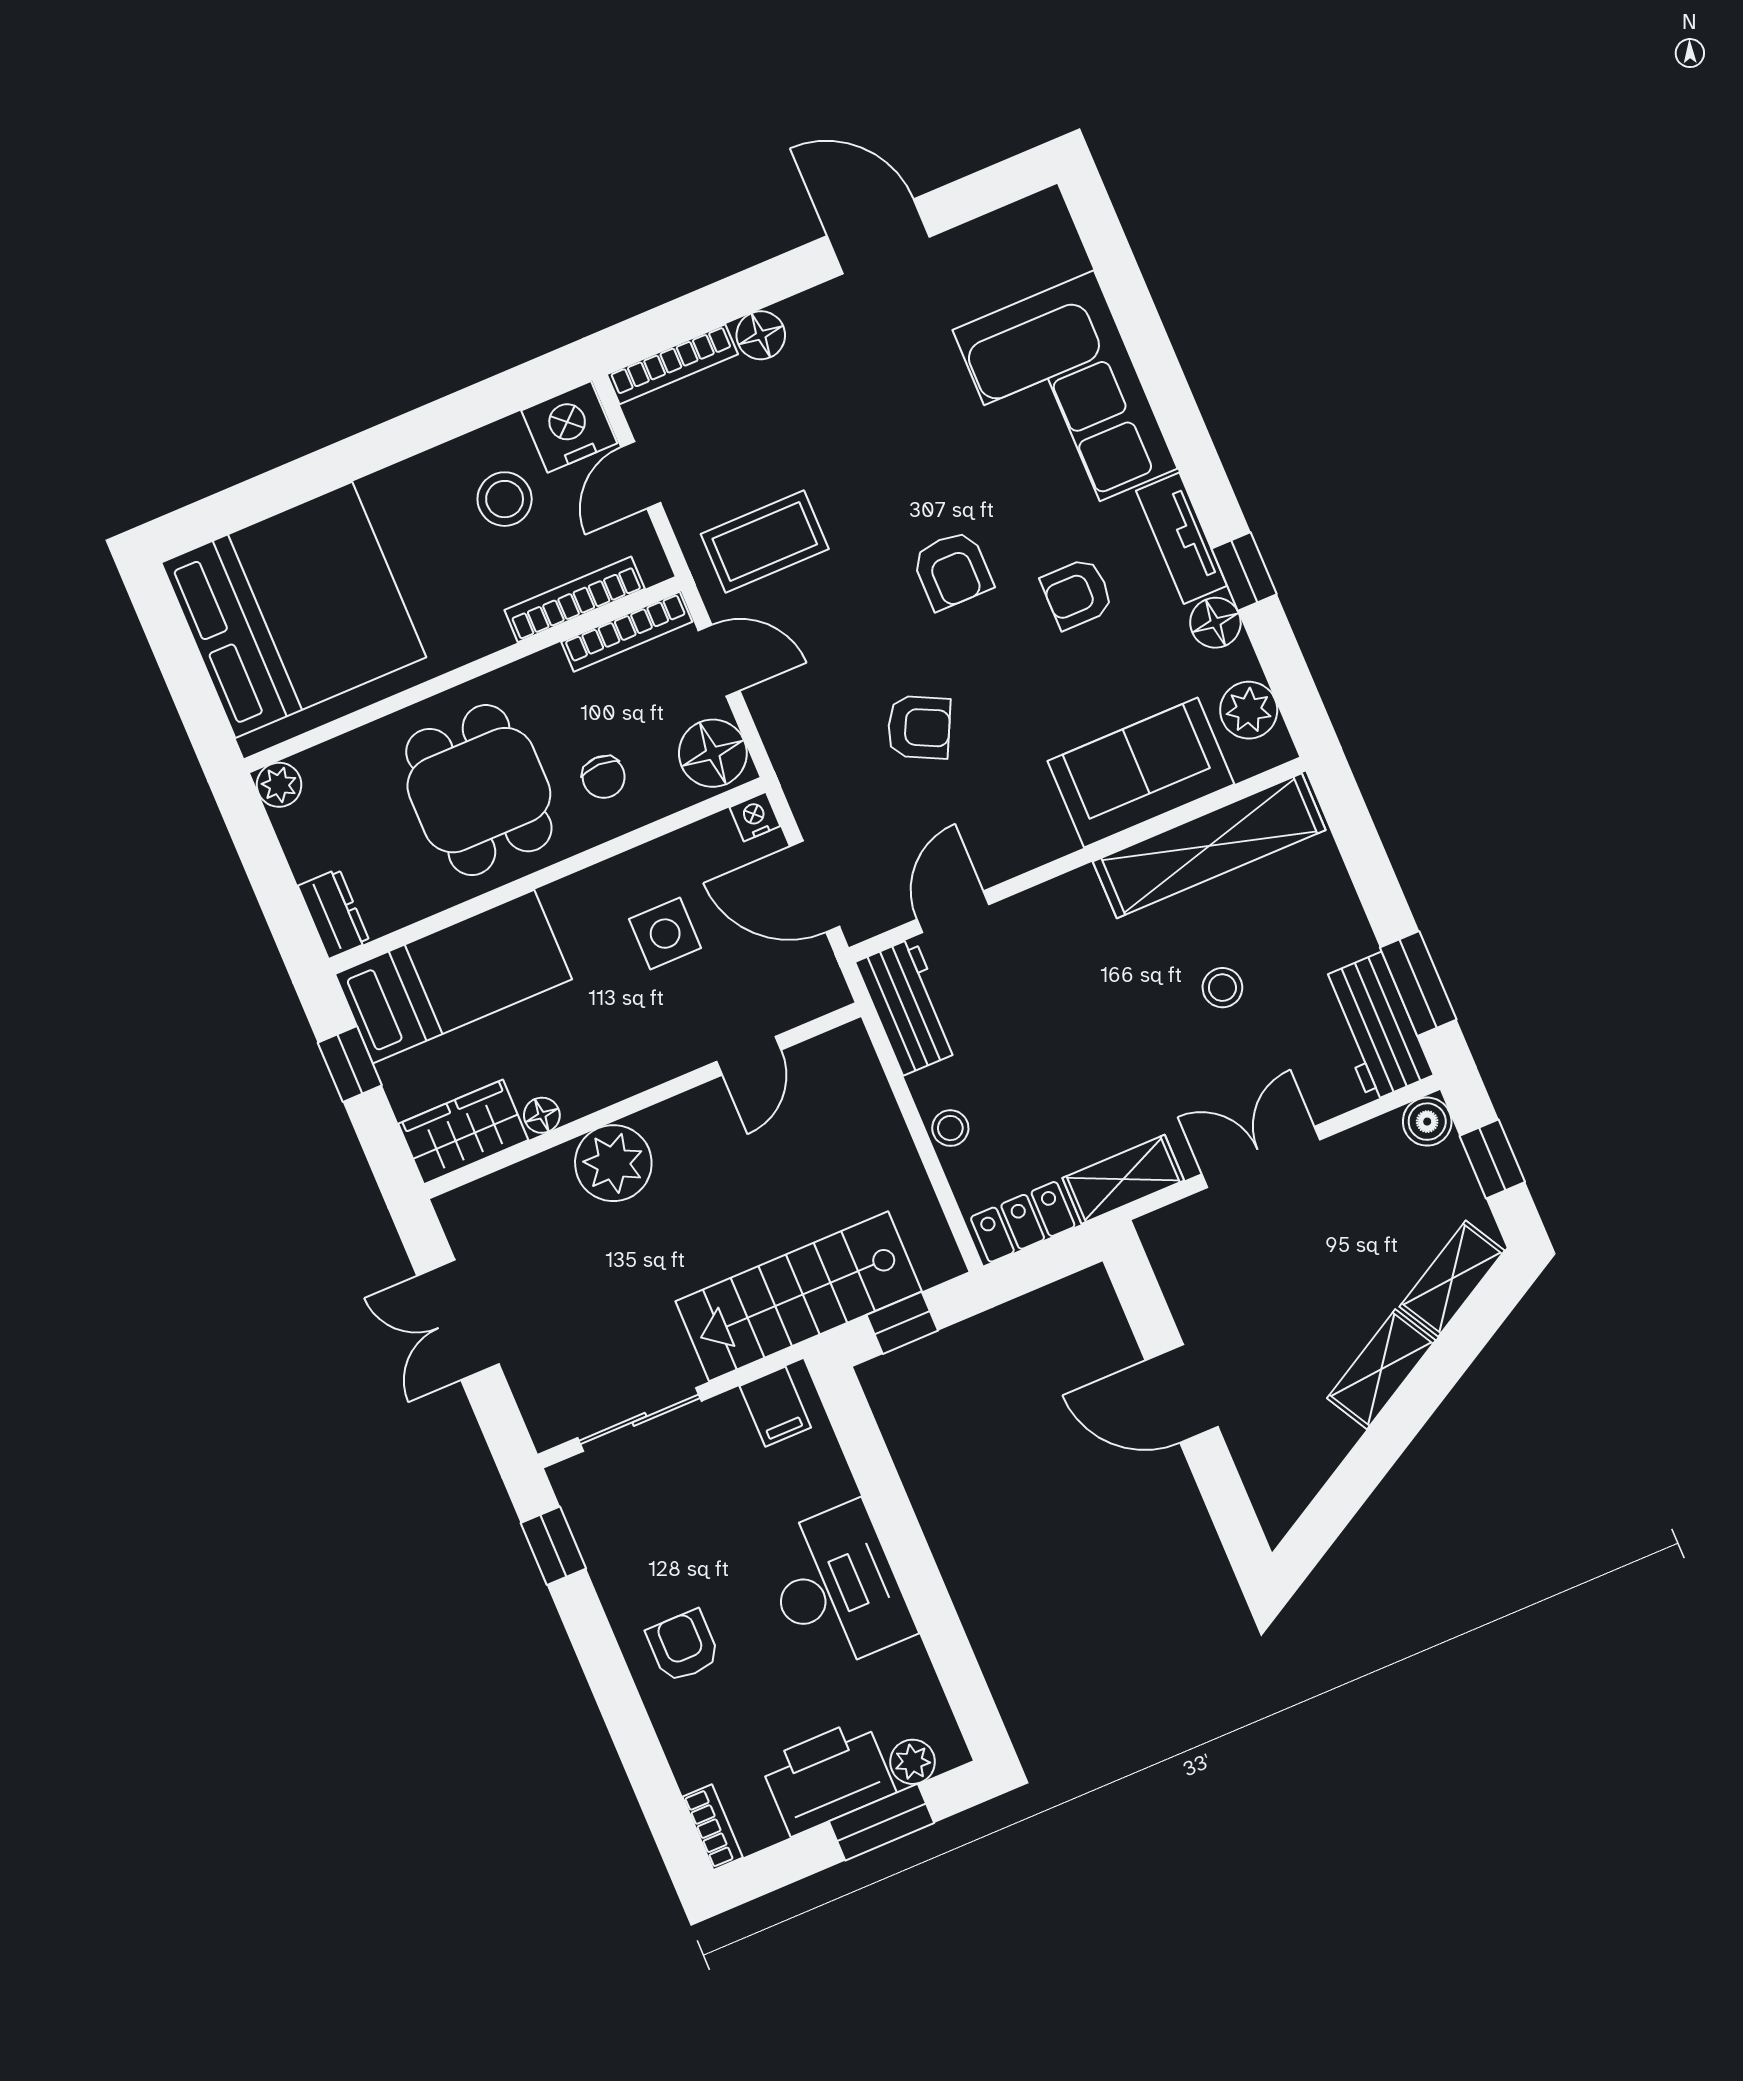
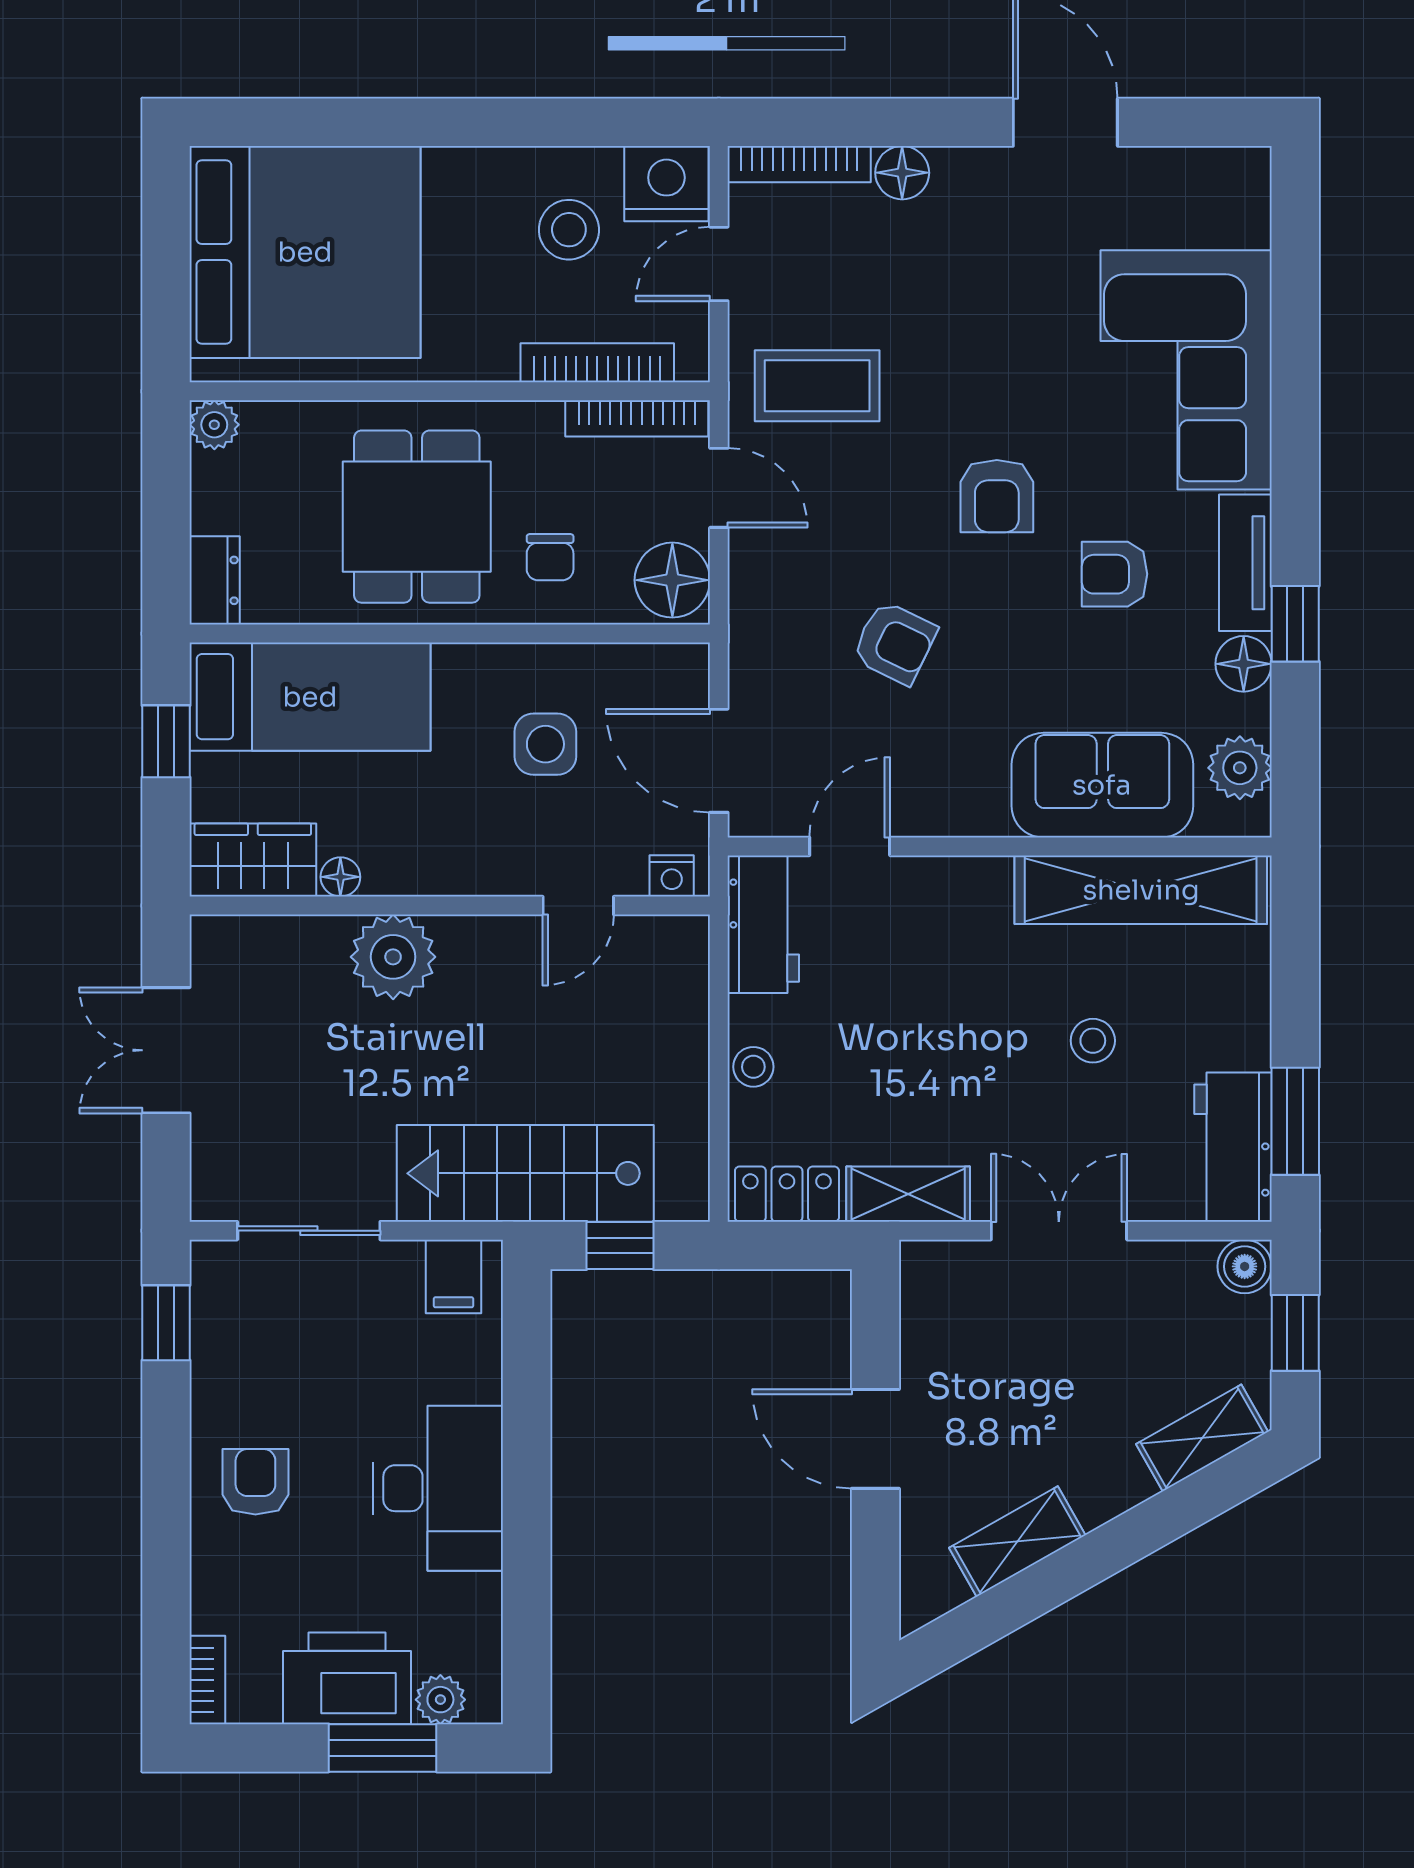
nightstand: (755, 817) -> (672, 876), moved, turned 180
shelving: (1381, 1369) -> (1017, 1542), moved

